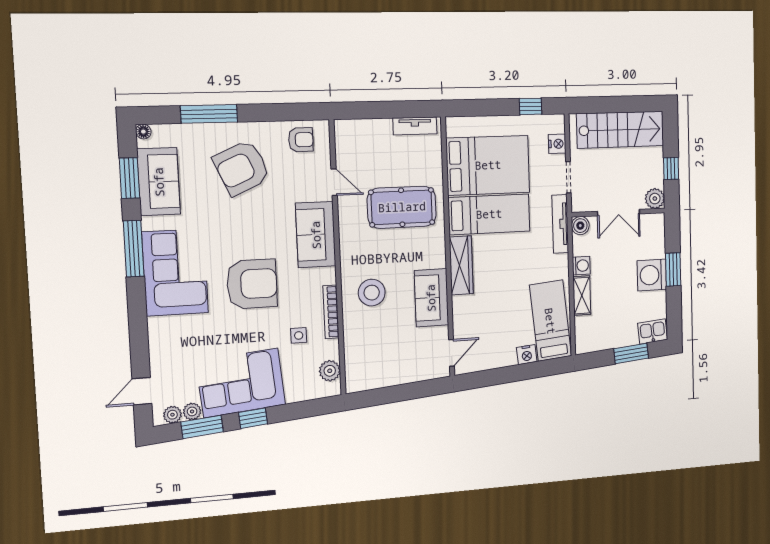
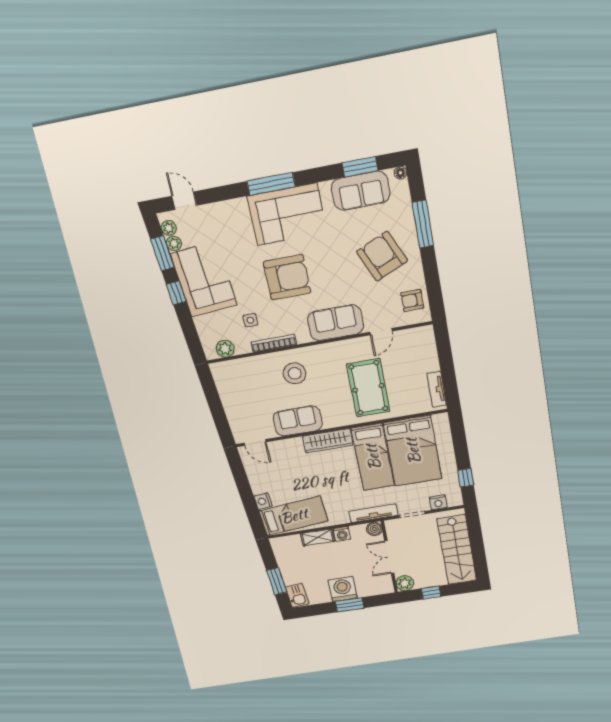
armchair: (301, 140) -> (412, 300), turned 90
window: (134, 249) -> (271, 184), moved
armchair: (252, 284) -> (287, 277), turned -90

